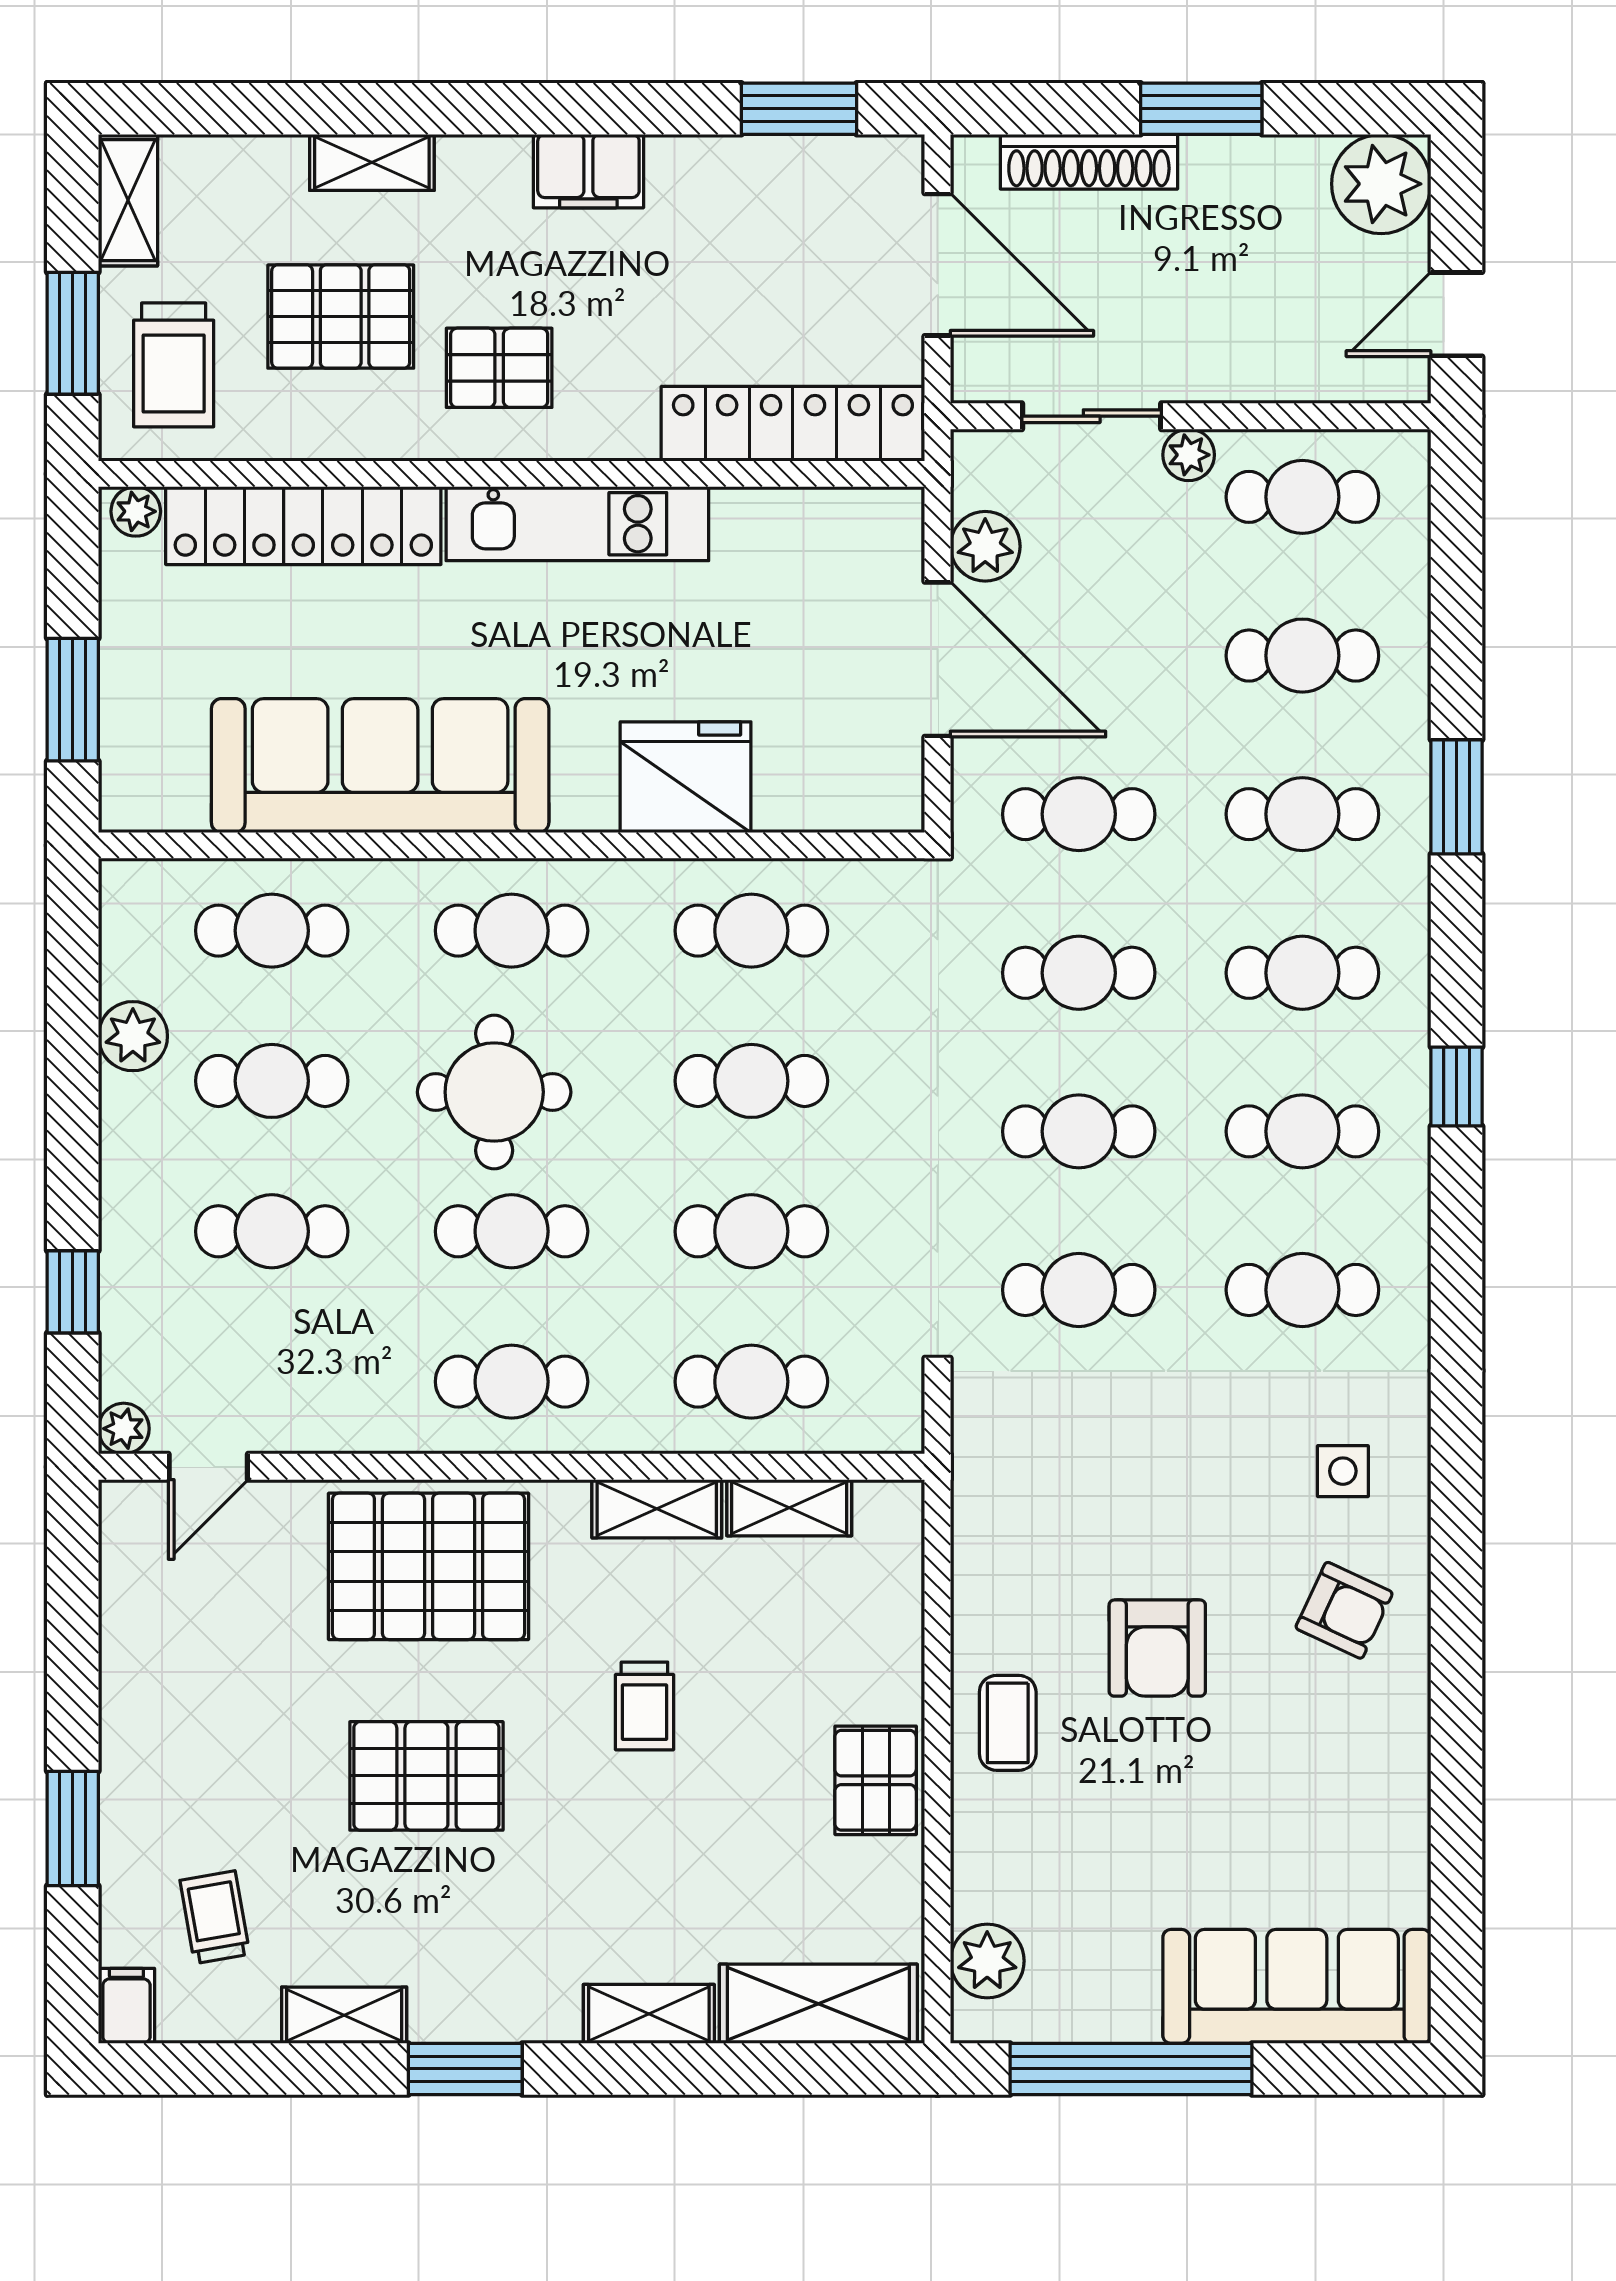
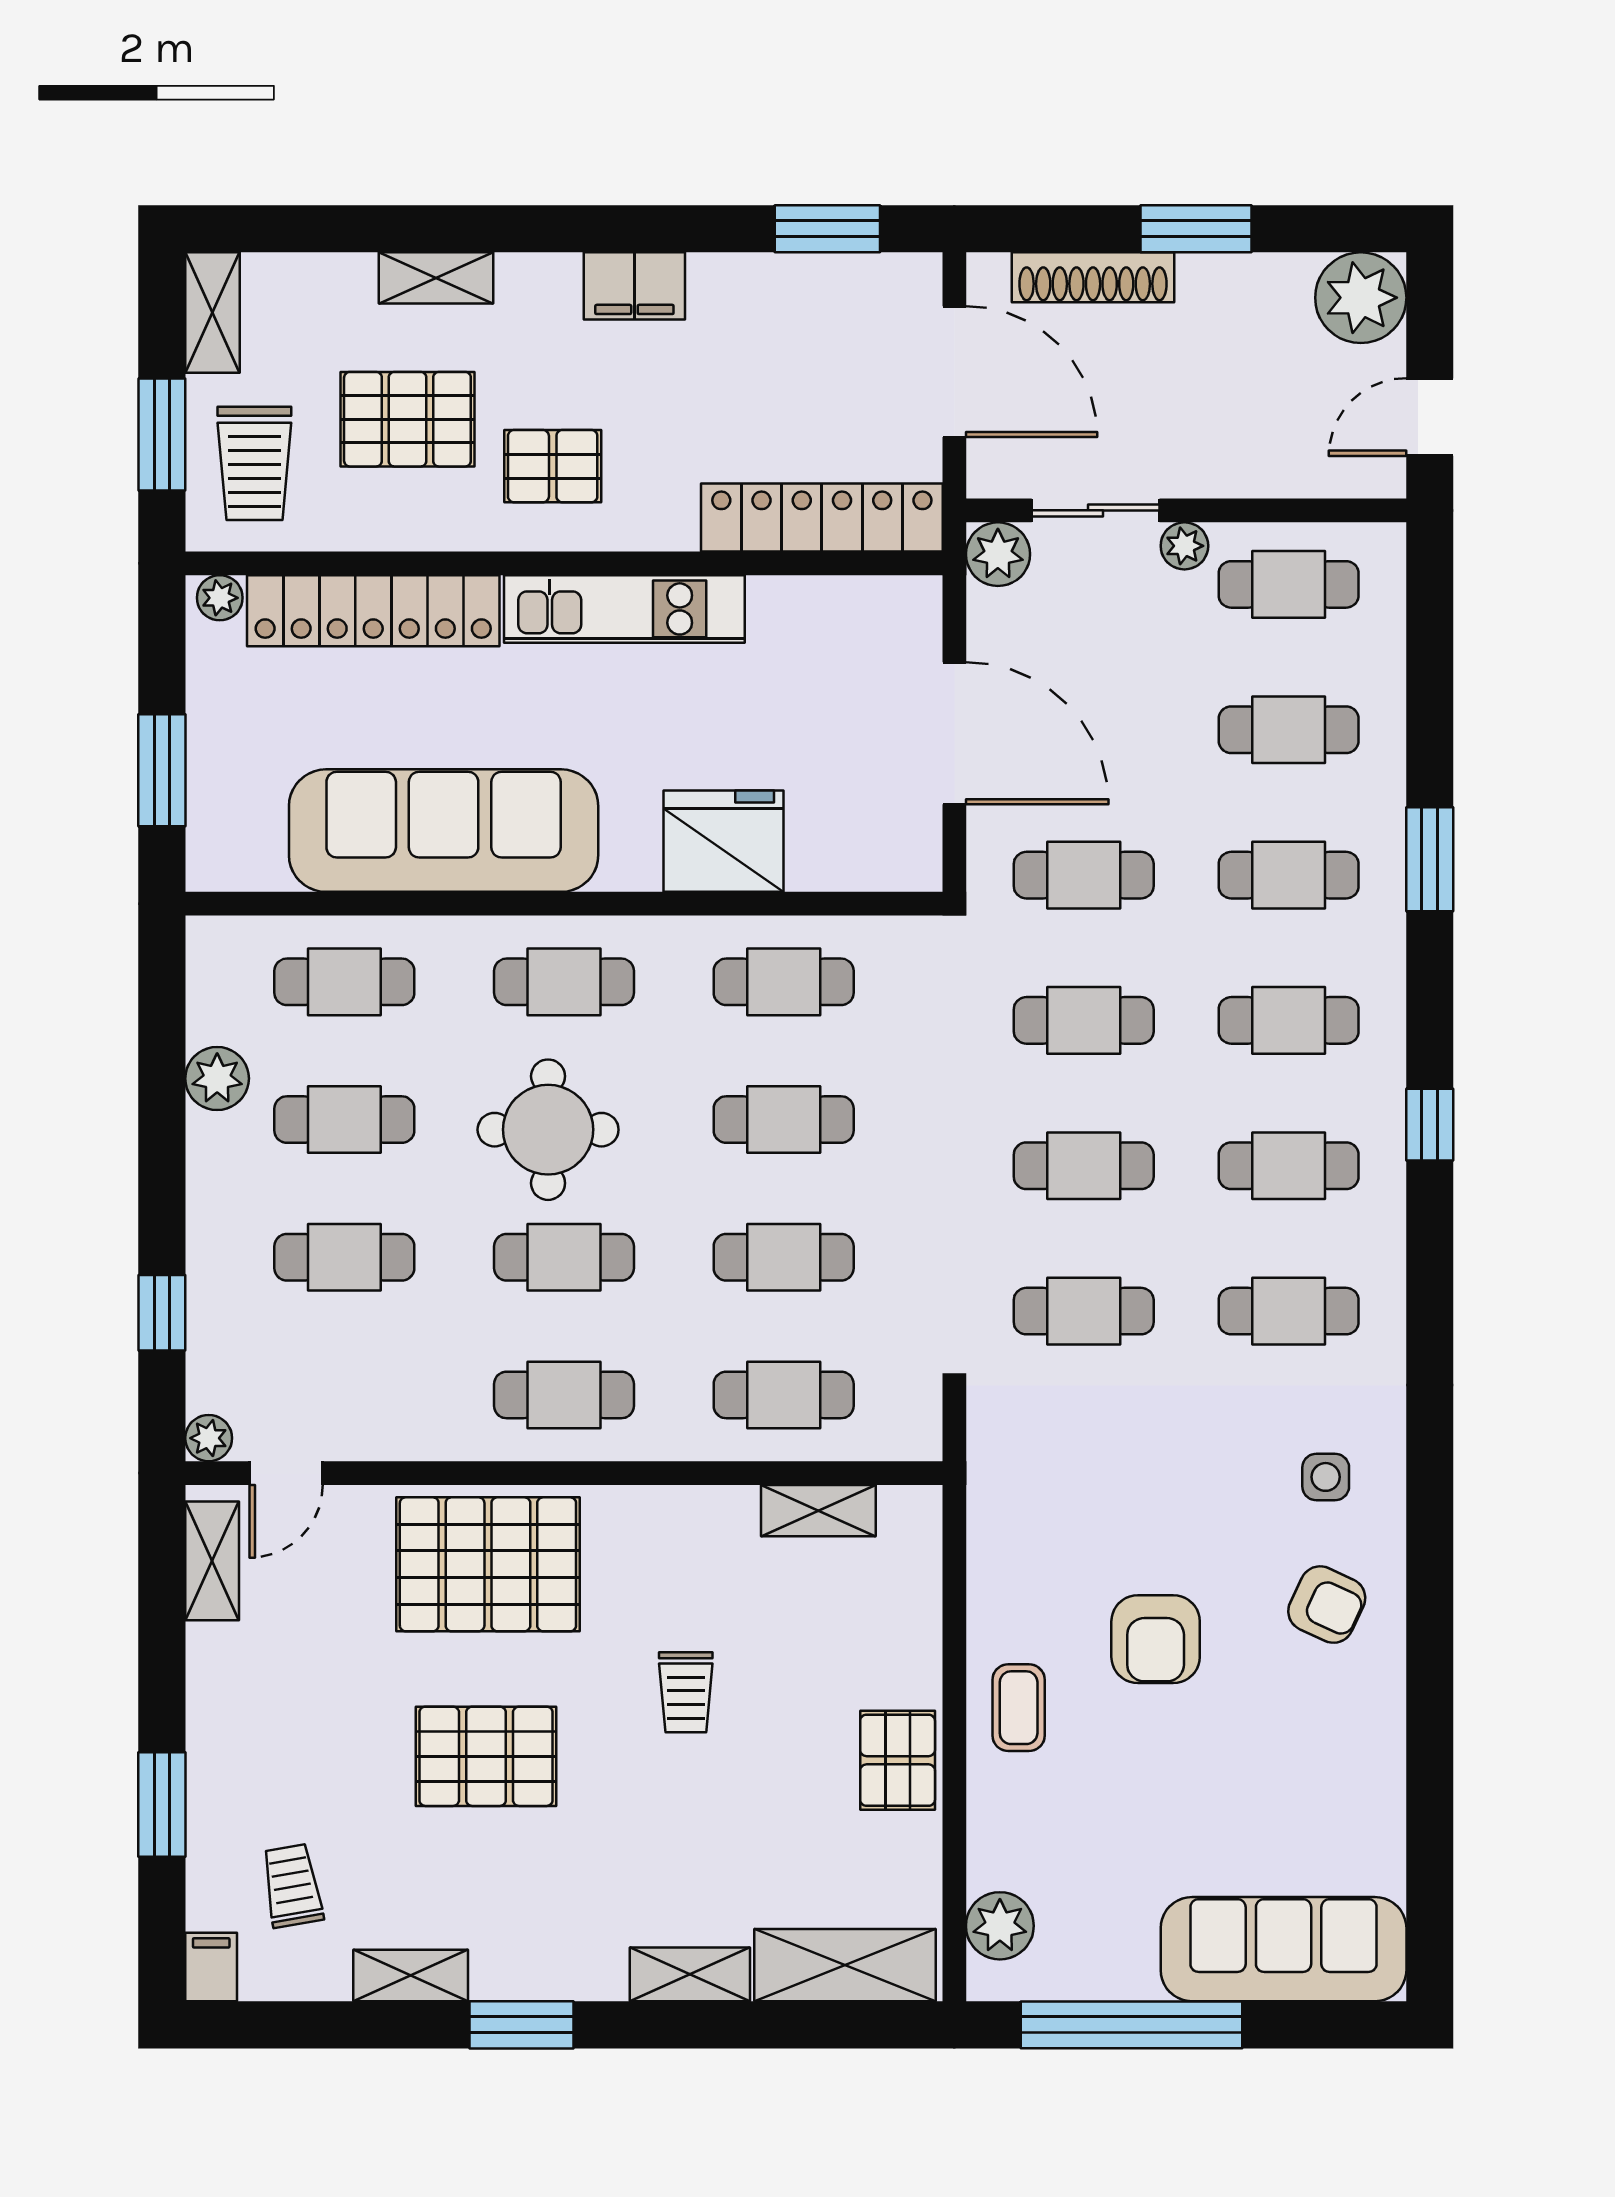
plant: (985, 546) -> (998, 554), moved
shelving: (657, 1509) -> (212, 1561), moved, turned 90

